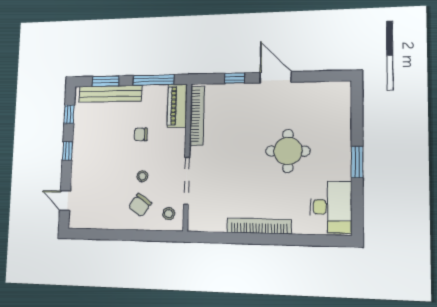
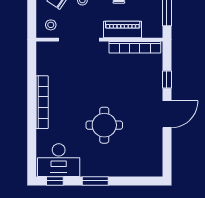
piano: (177, 106) -> (123, 29), moved
window: (357, 212) -> (55, 181), added

